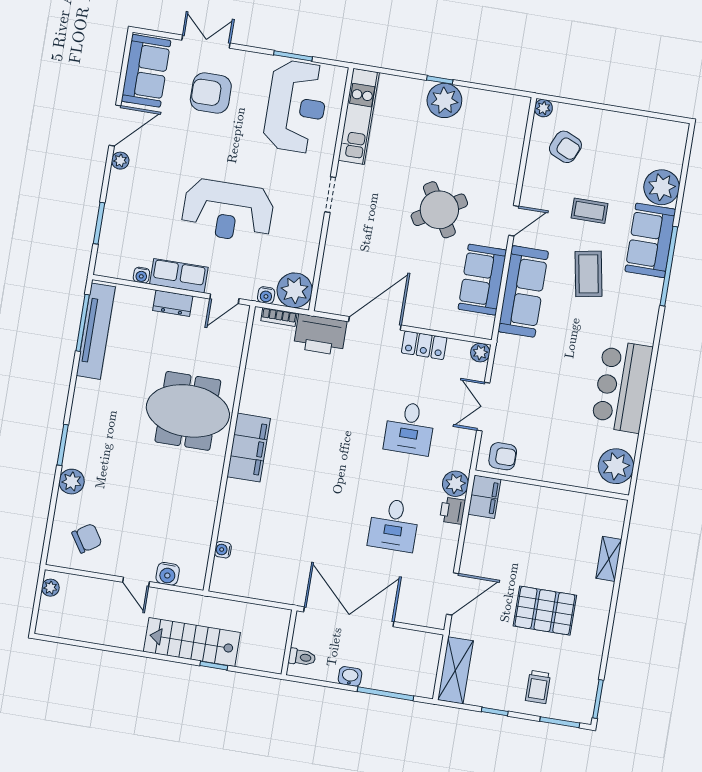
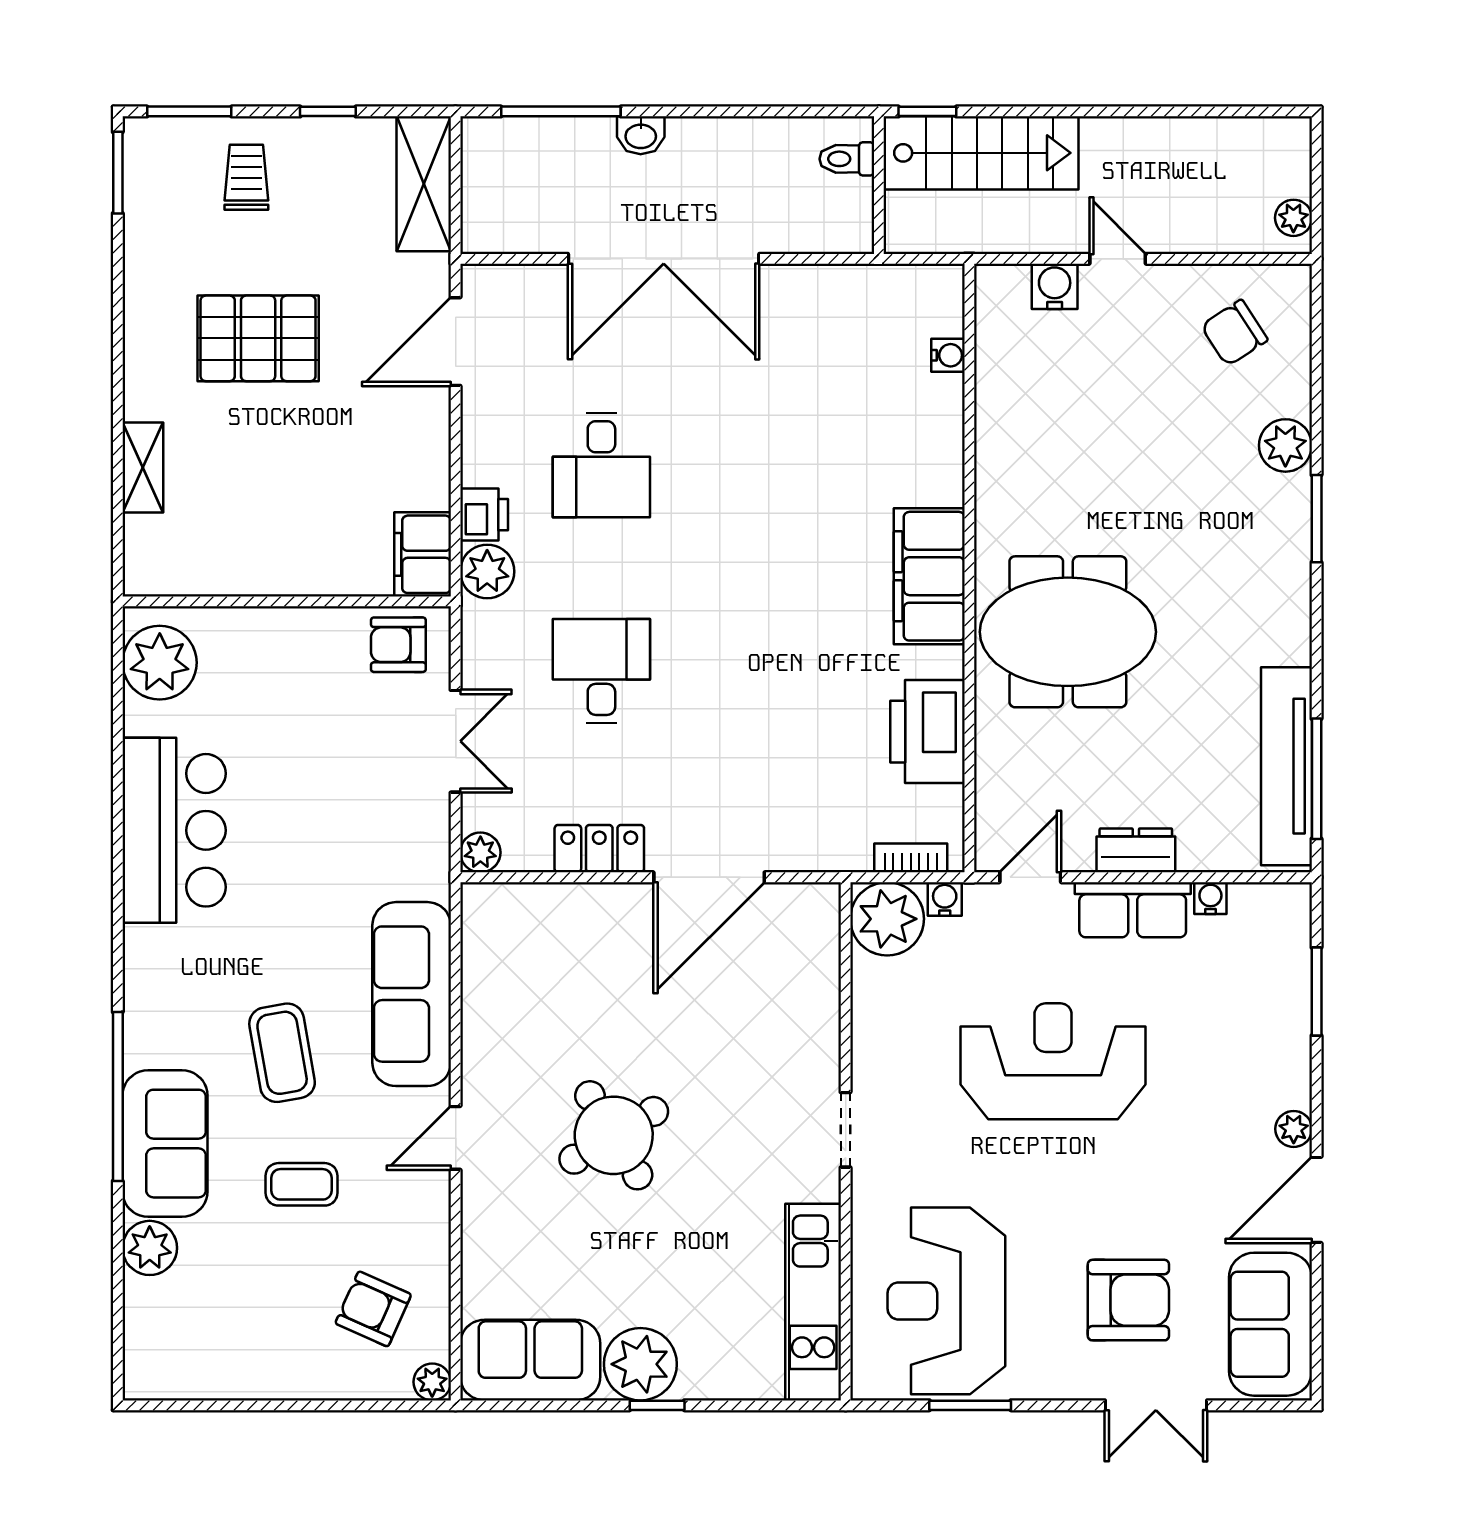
plant: (662, 187) -> (150, 1248), width x0.73, depth x0.73
sofa: (482, 280) -> (530, 1360), moved, turned -90
printer: (320, 335) -> (927, 732), moved, turned -90
desk: (394, 525) -> (601, 465), turned 180
wall: (289, 642) -> (879, 185), moved
toilet: (302, 657) -> (847, 159), moved

